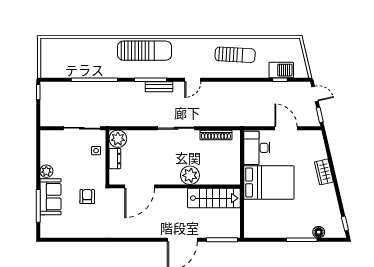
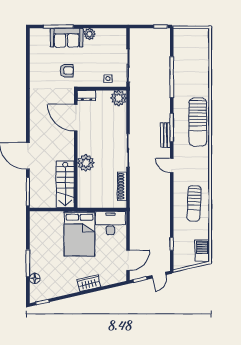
barbecue: (281, 70) -> (202, 251), moved, turned 180
door: (286, 128) -> (128, 260), moved
dresser: (115, 159) -> (87, 95), moved

